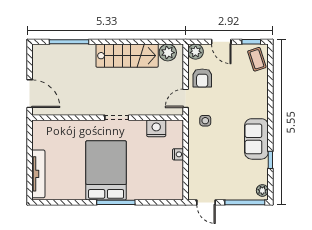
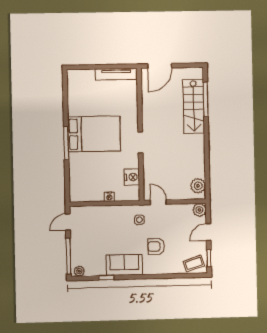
stairs: (127, 56) -> (194, 106), moved
armchair: (202, 78) -> (156, 246), moved
tv unit: (38, 174) -> (116, 74), moved

